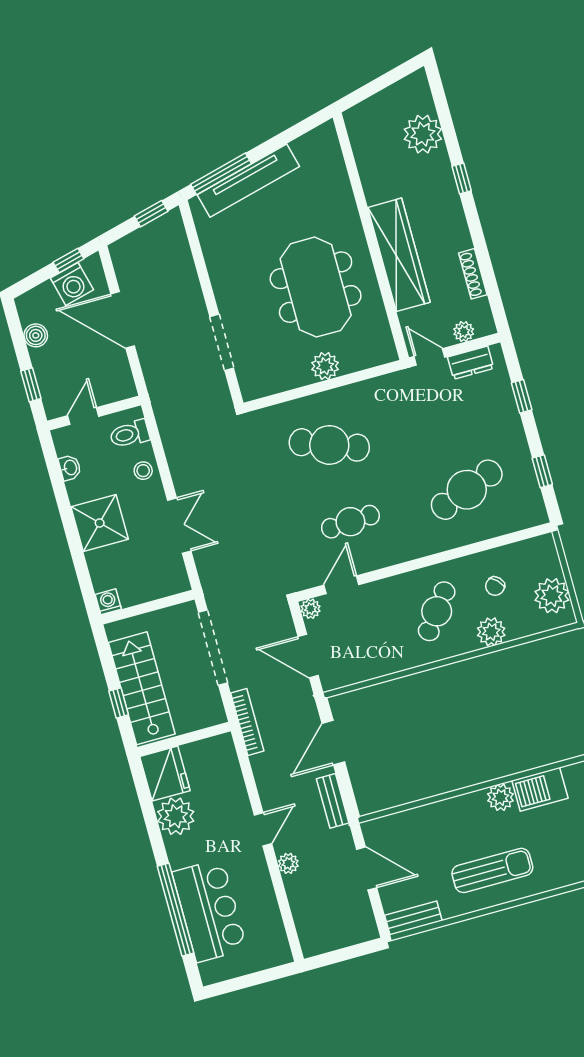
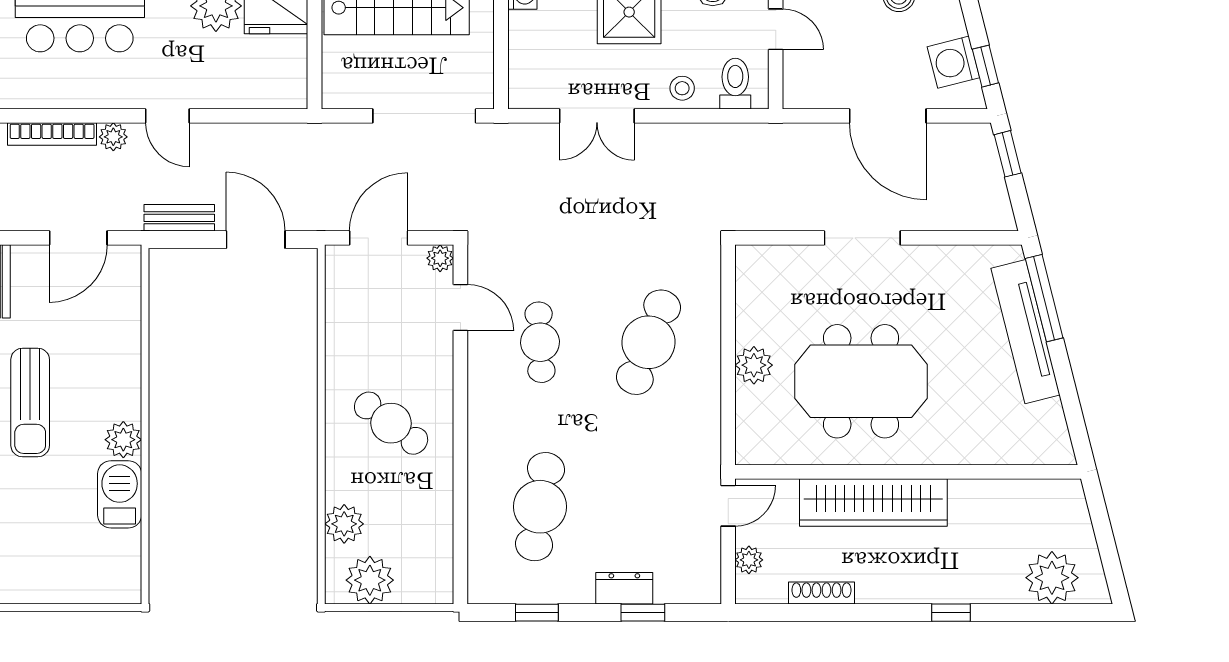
plant: (423, 134) -> (1052, 578), moved
window: (151, 214) -> (1008, 154), moved
door: (123, 320) -> (888, 116), swing flipped
doorway: (222, 342) -> (862, 238), moved
dresser: (471, 363) -> (624, 588), moved, turned 90
cafe table: (467, 490) -> (540, 507), turned 30
chair: (495, 586) -> (403, 509), removed
plant: (491, 632) -> (344, 524), moved
bookcase: (247, 722) -> (52, 134), moved

